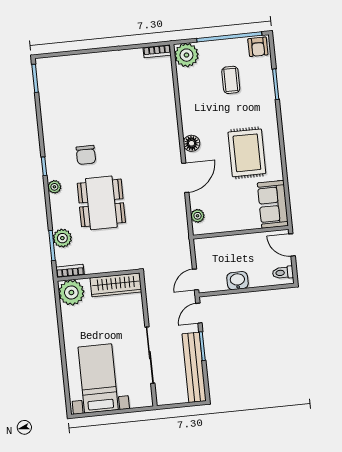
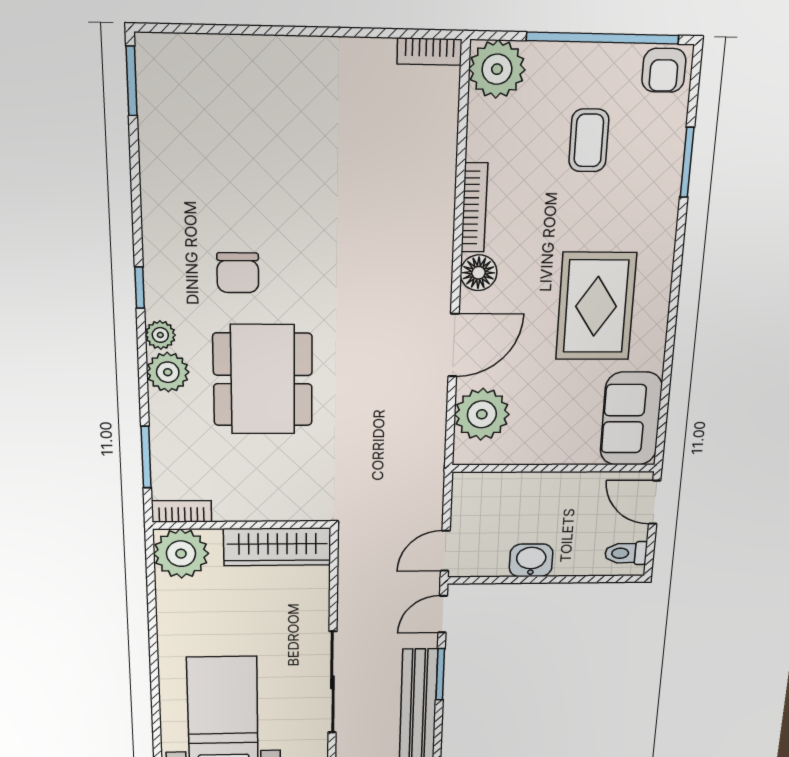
bookcase: (185, 115) -> (474, 208), added
plant: (198, 216) -> (482, 414), width x1.88, depth x1.88
plant: (62, 238) -> (168, 372), moved

